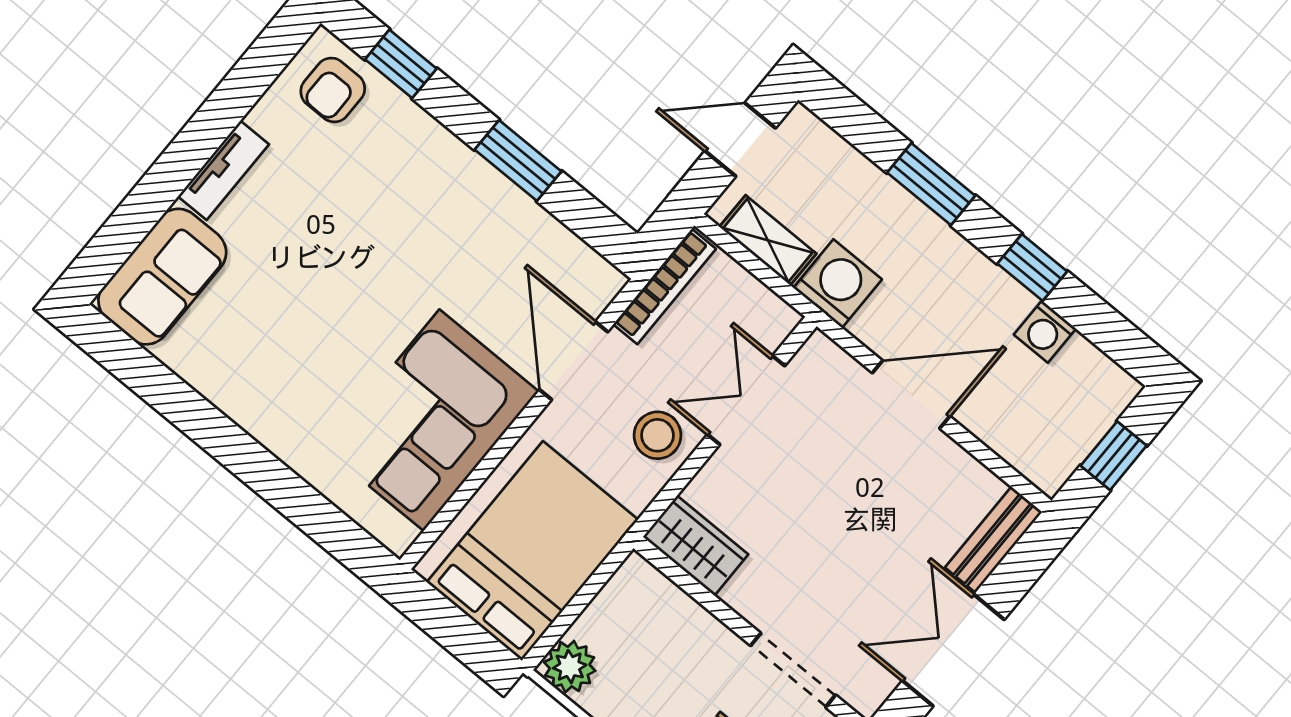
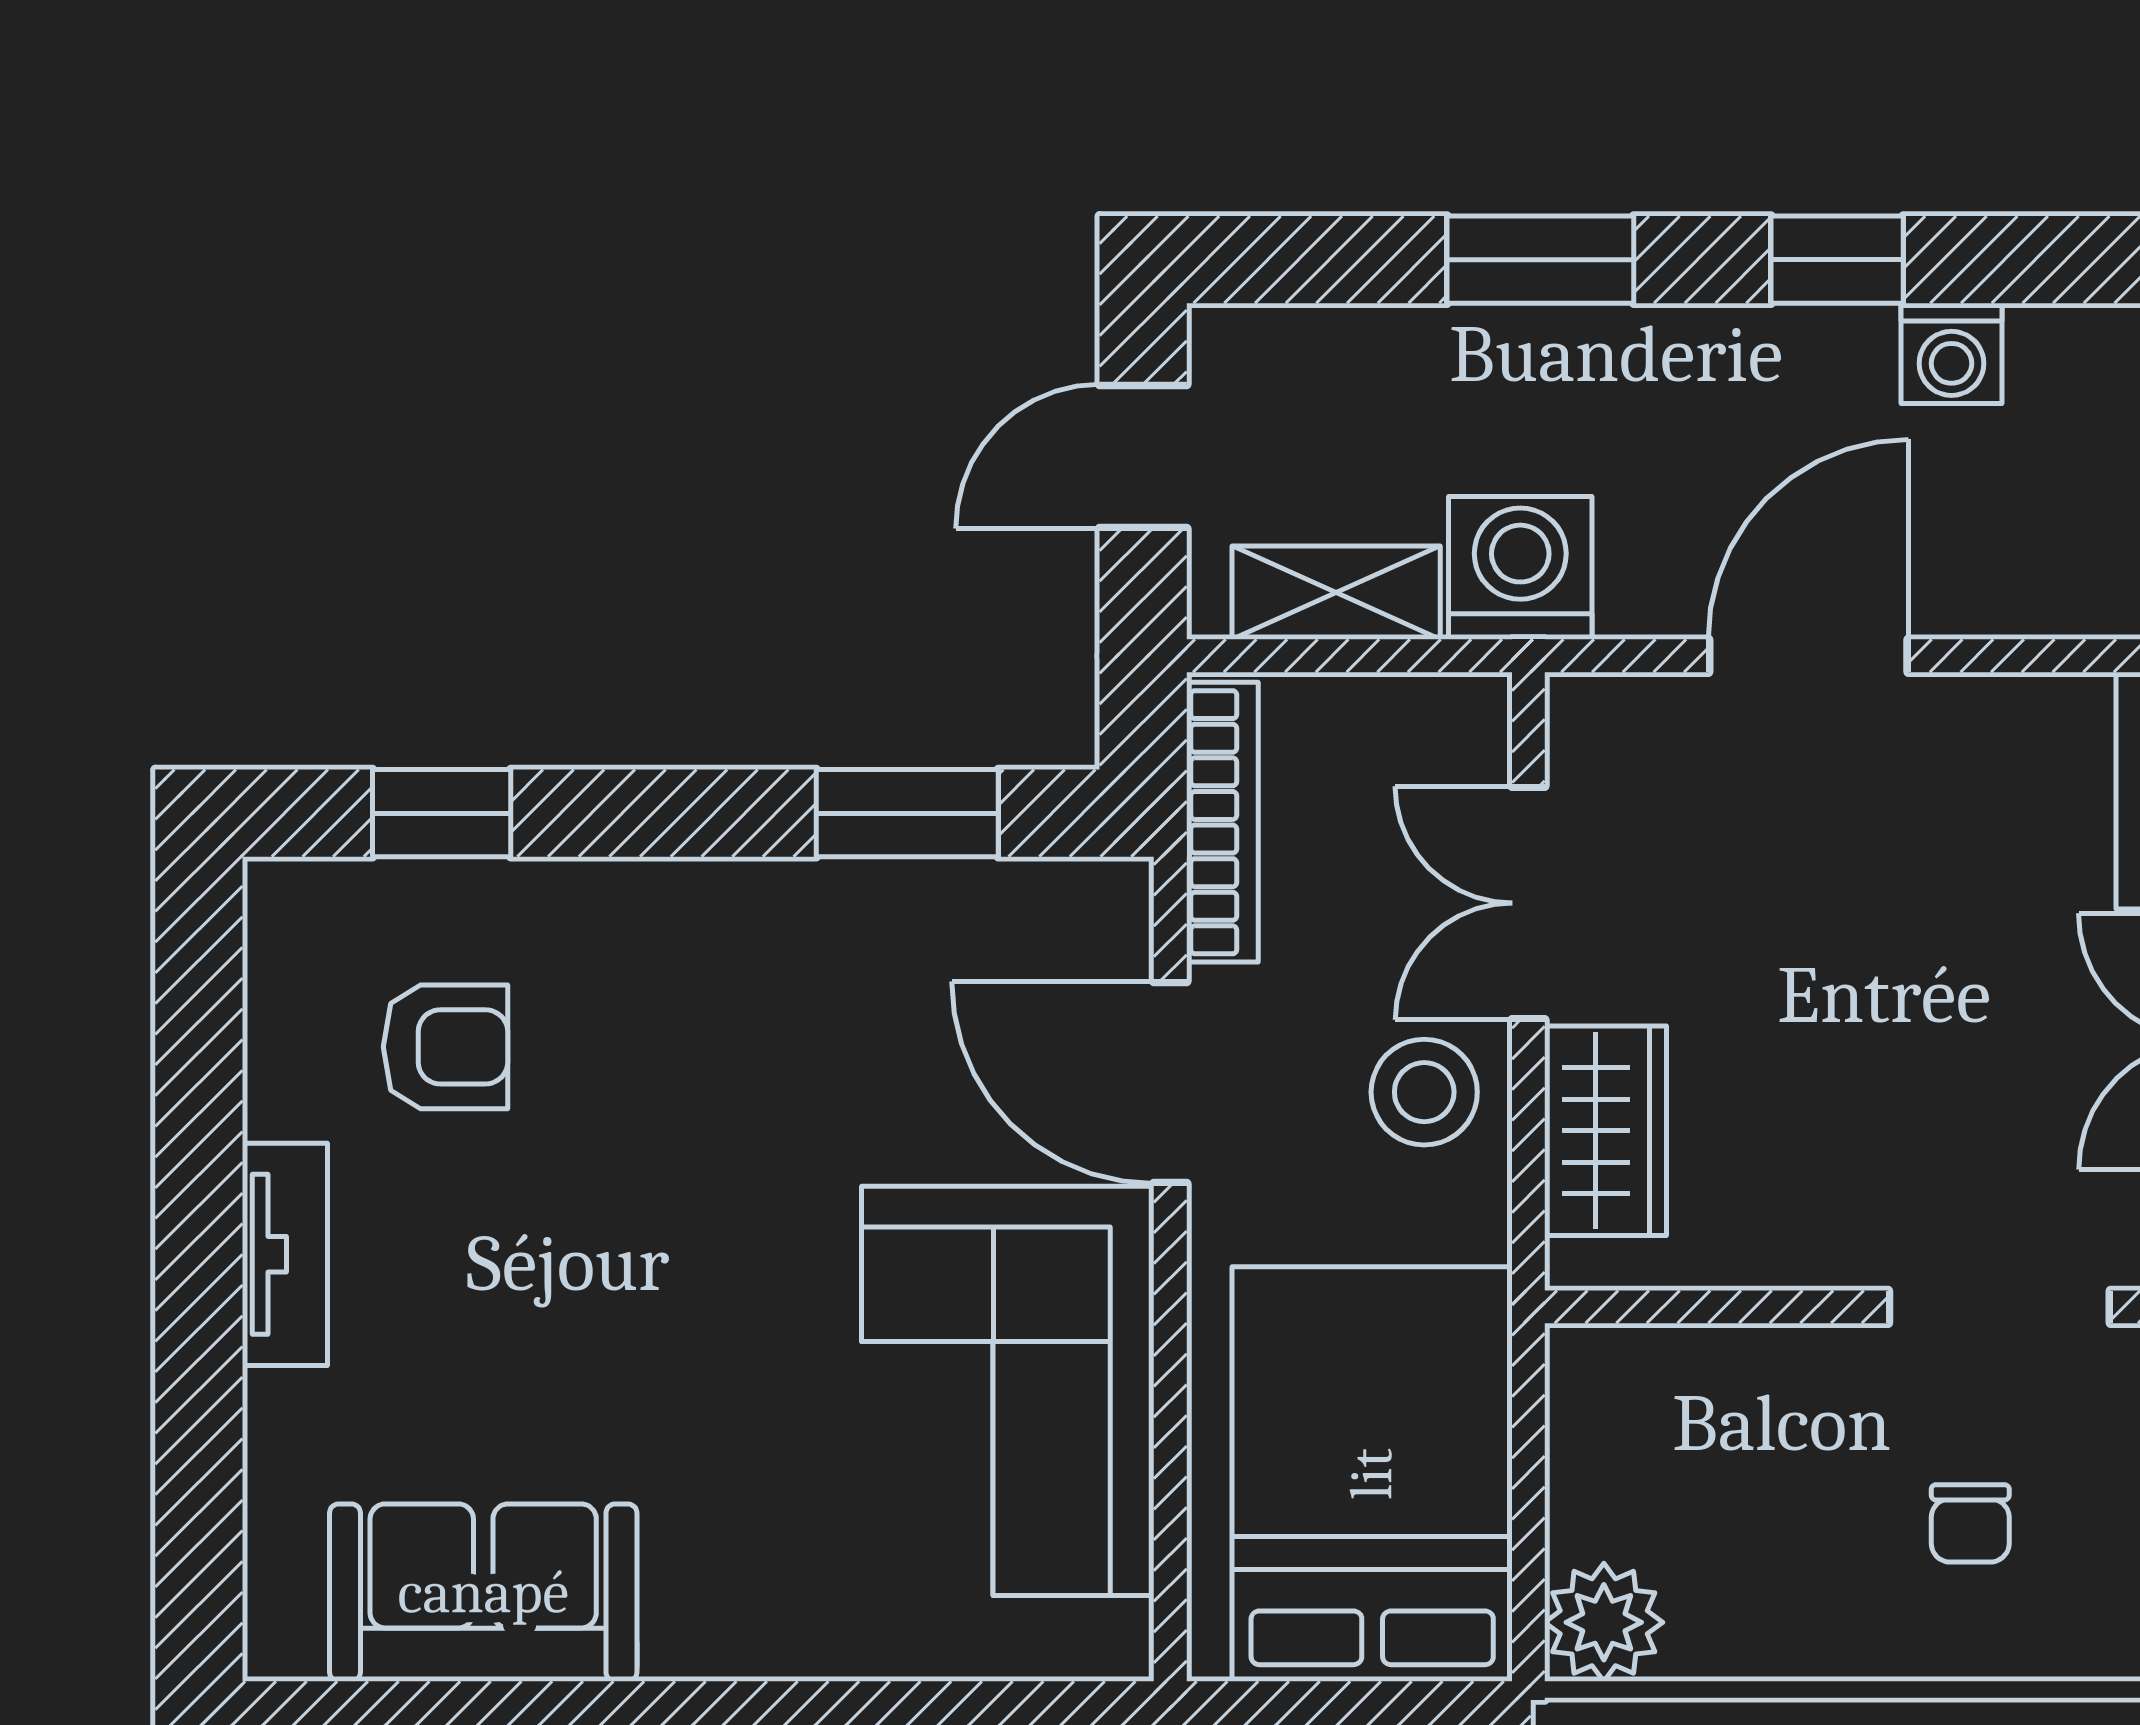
armchair: (333, 90) -> (446, 1047), moved, turned -90
window: (518, 161) -> (907, 813), moved
sofa: (162, 277) -> (483, 1593), moved, turned -90
wardrobe: (696, 546) -> (1606, 1131), moved, turned 90

